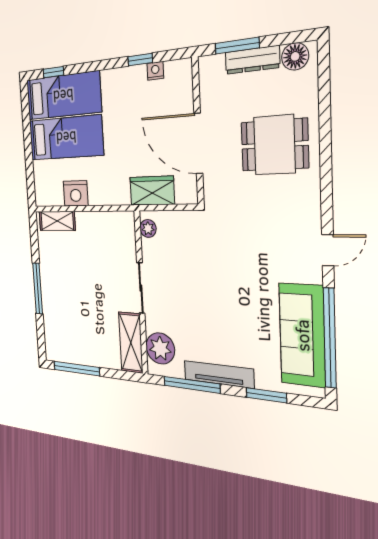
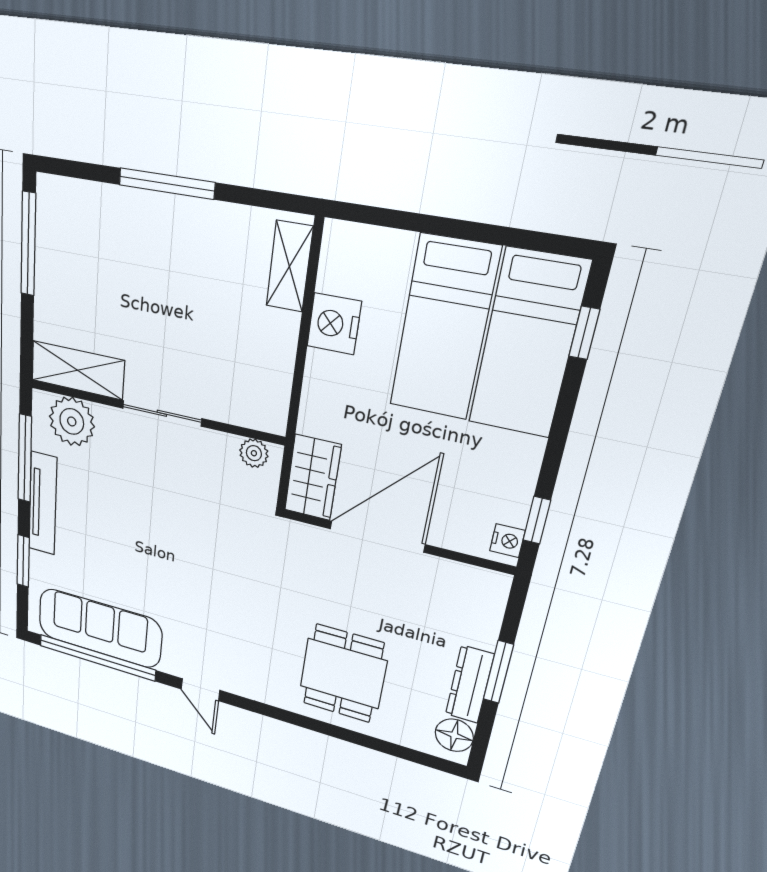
wall: (198, 131) -> (396, 541), moved
door: (198, 143) -> (377, 537), moved

